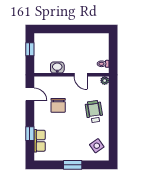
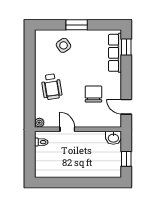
washbasin: (57, 68) -> (113, 138), moved
window: (30, 134) -> (126, 47), moved
row of seats: (40, 141) -> (115, 53), width x1.48
side table: (97, 146) -> (64, 45), moved

